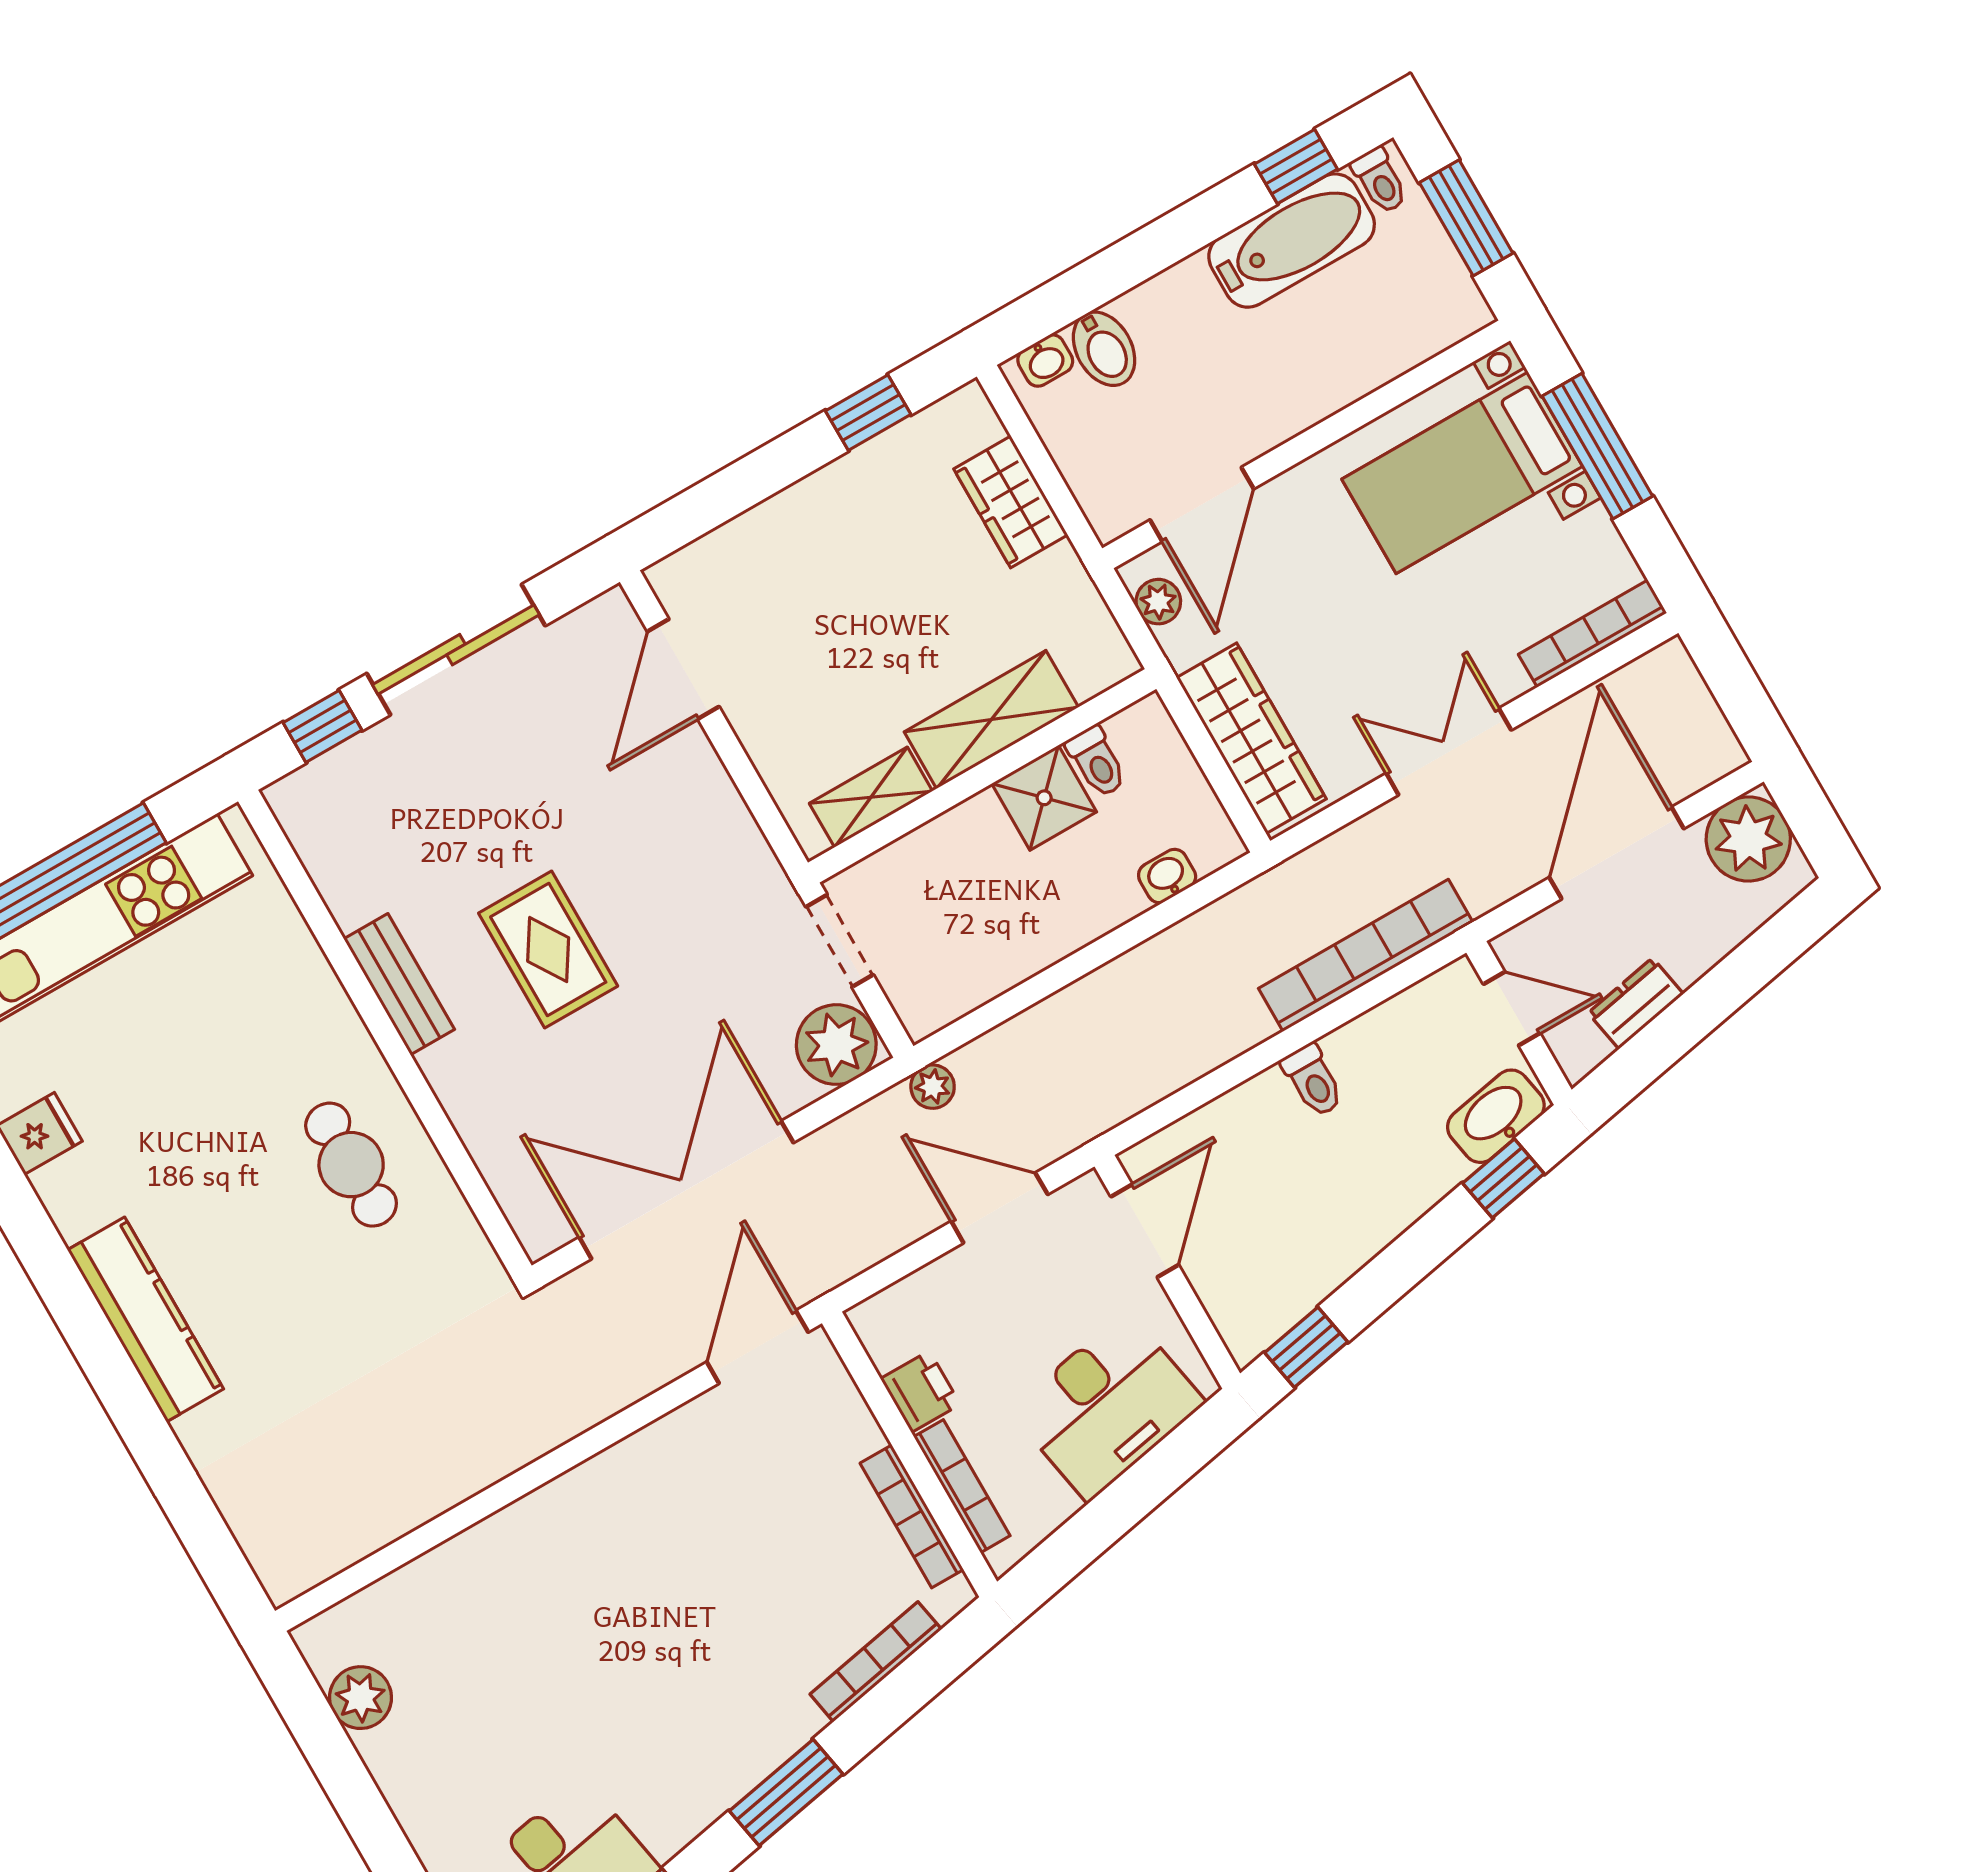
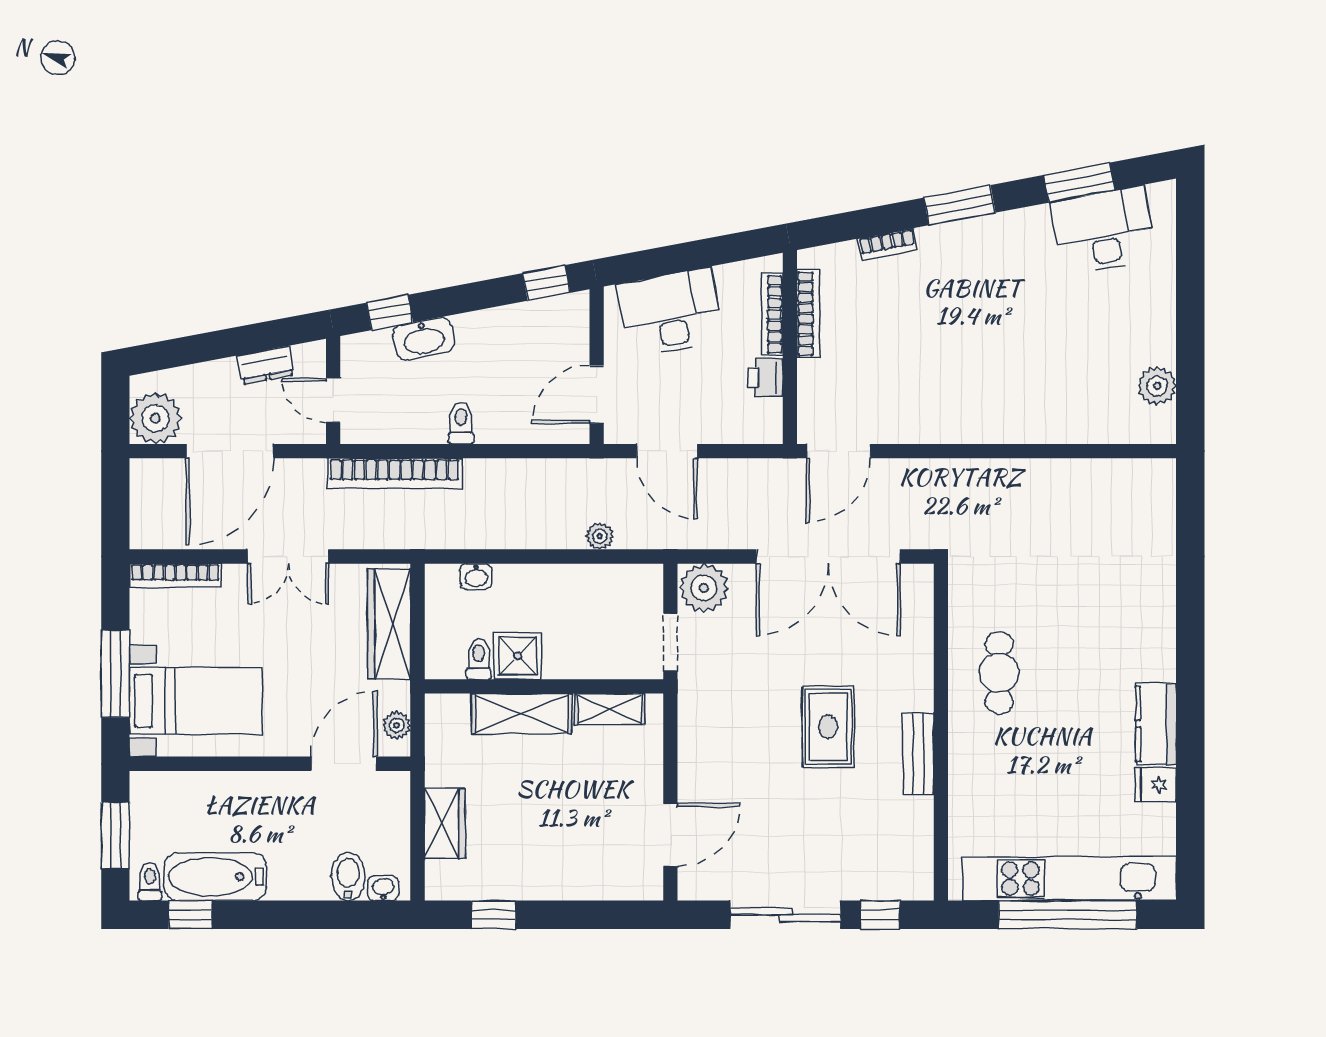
plant: (933, 1087) -> (600, 536), moved
washbasin: (1496, 1116) -> (424, 339), moved
kitchen counter: (146, 1319) -> (1156, 724), moved, width x0.67
bookcase: (876, 1662) -> (887, 244), width x0.64

